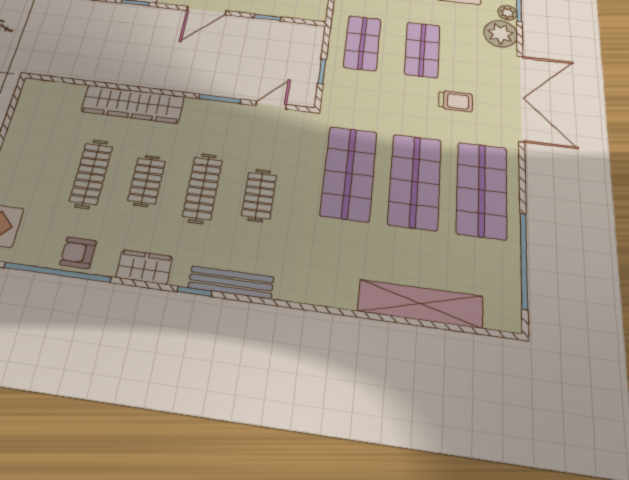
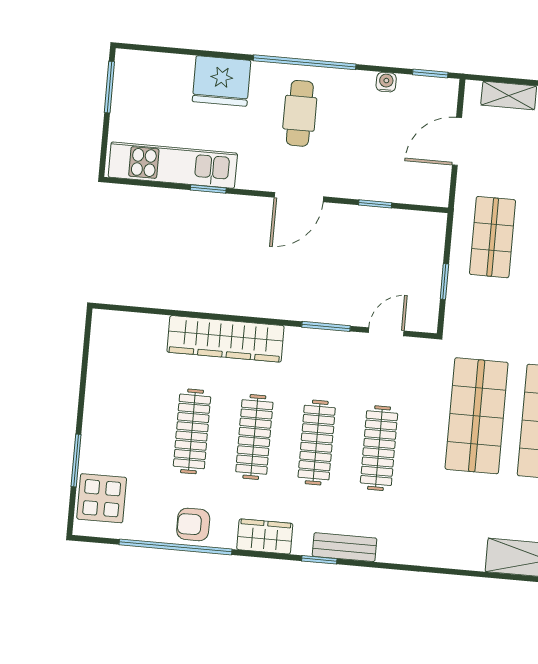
clothes rail: (147, 181) -> (254, 437), width x1.36
clothes rail: (259, 195) -> (379, 448), width x1.36
bench: (231, 282) -> (345, 547), width x0.73

